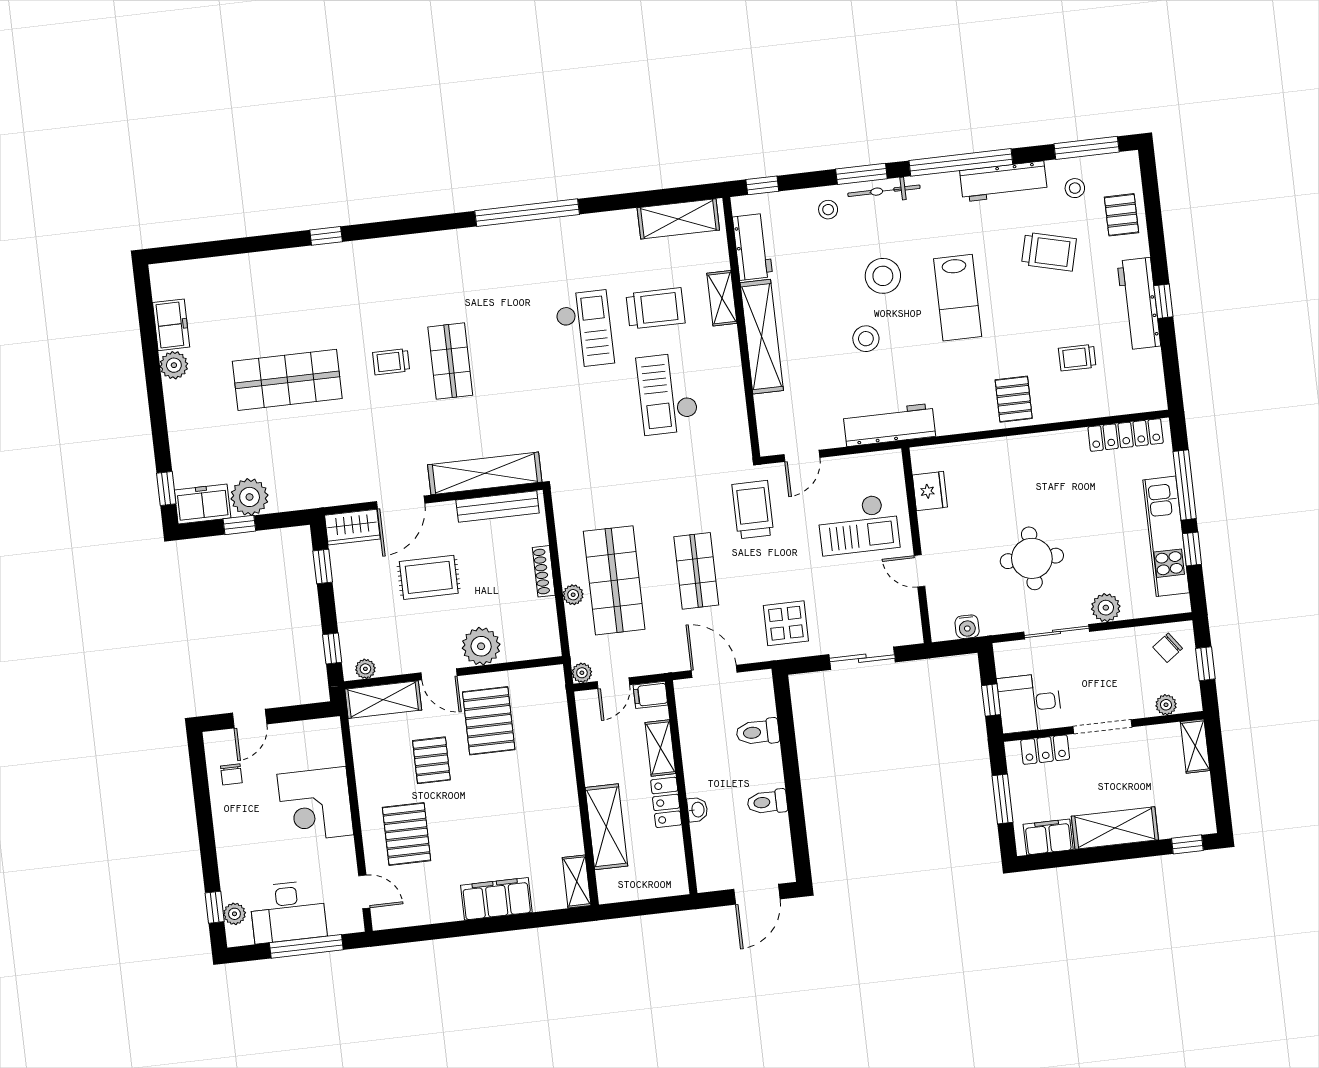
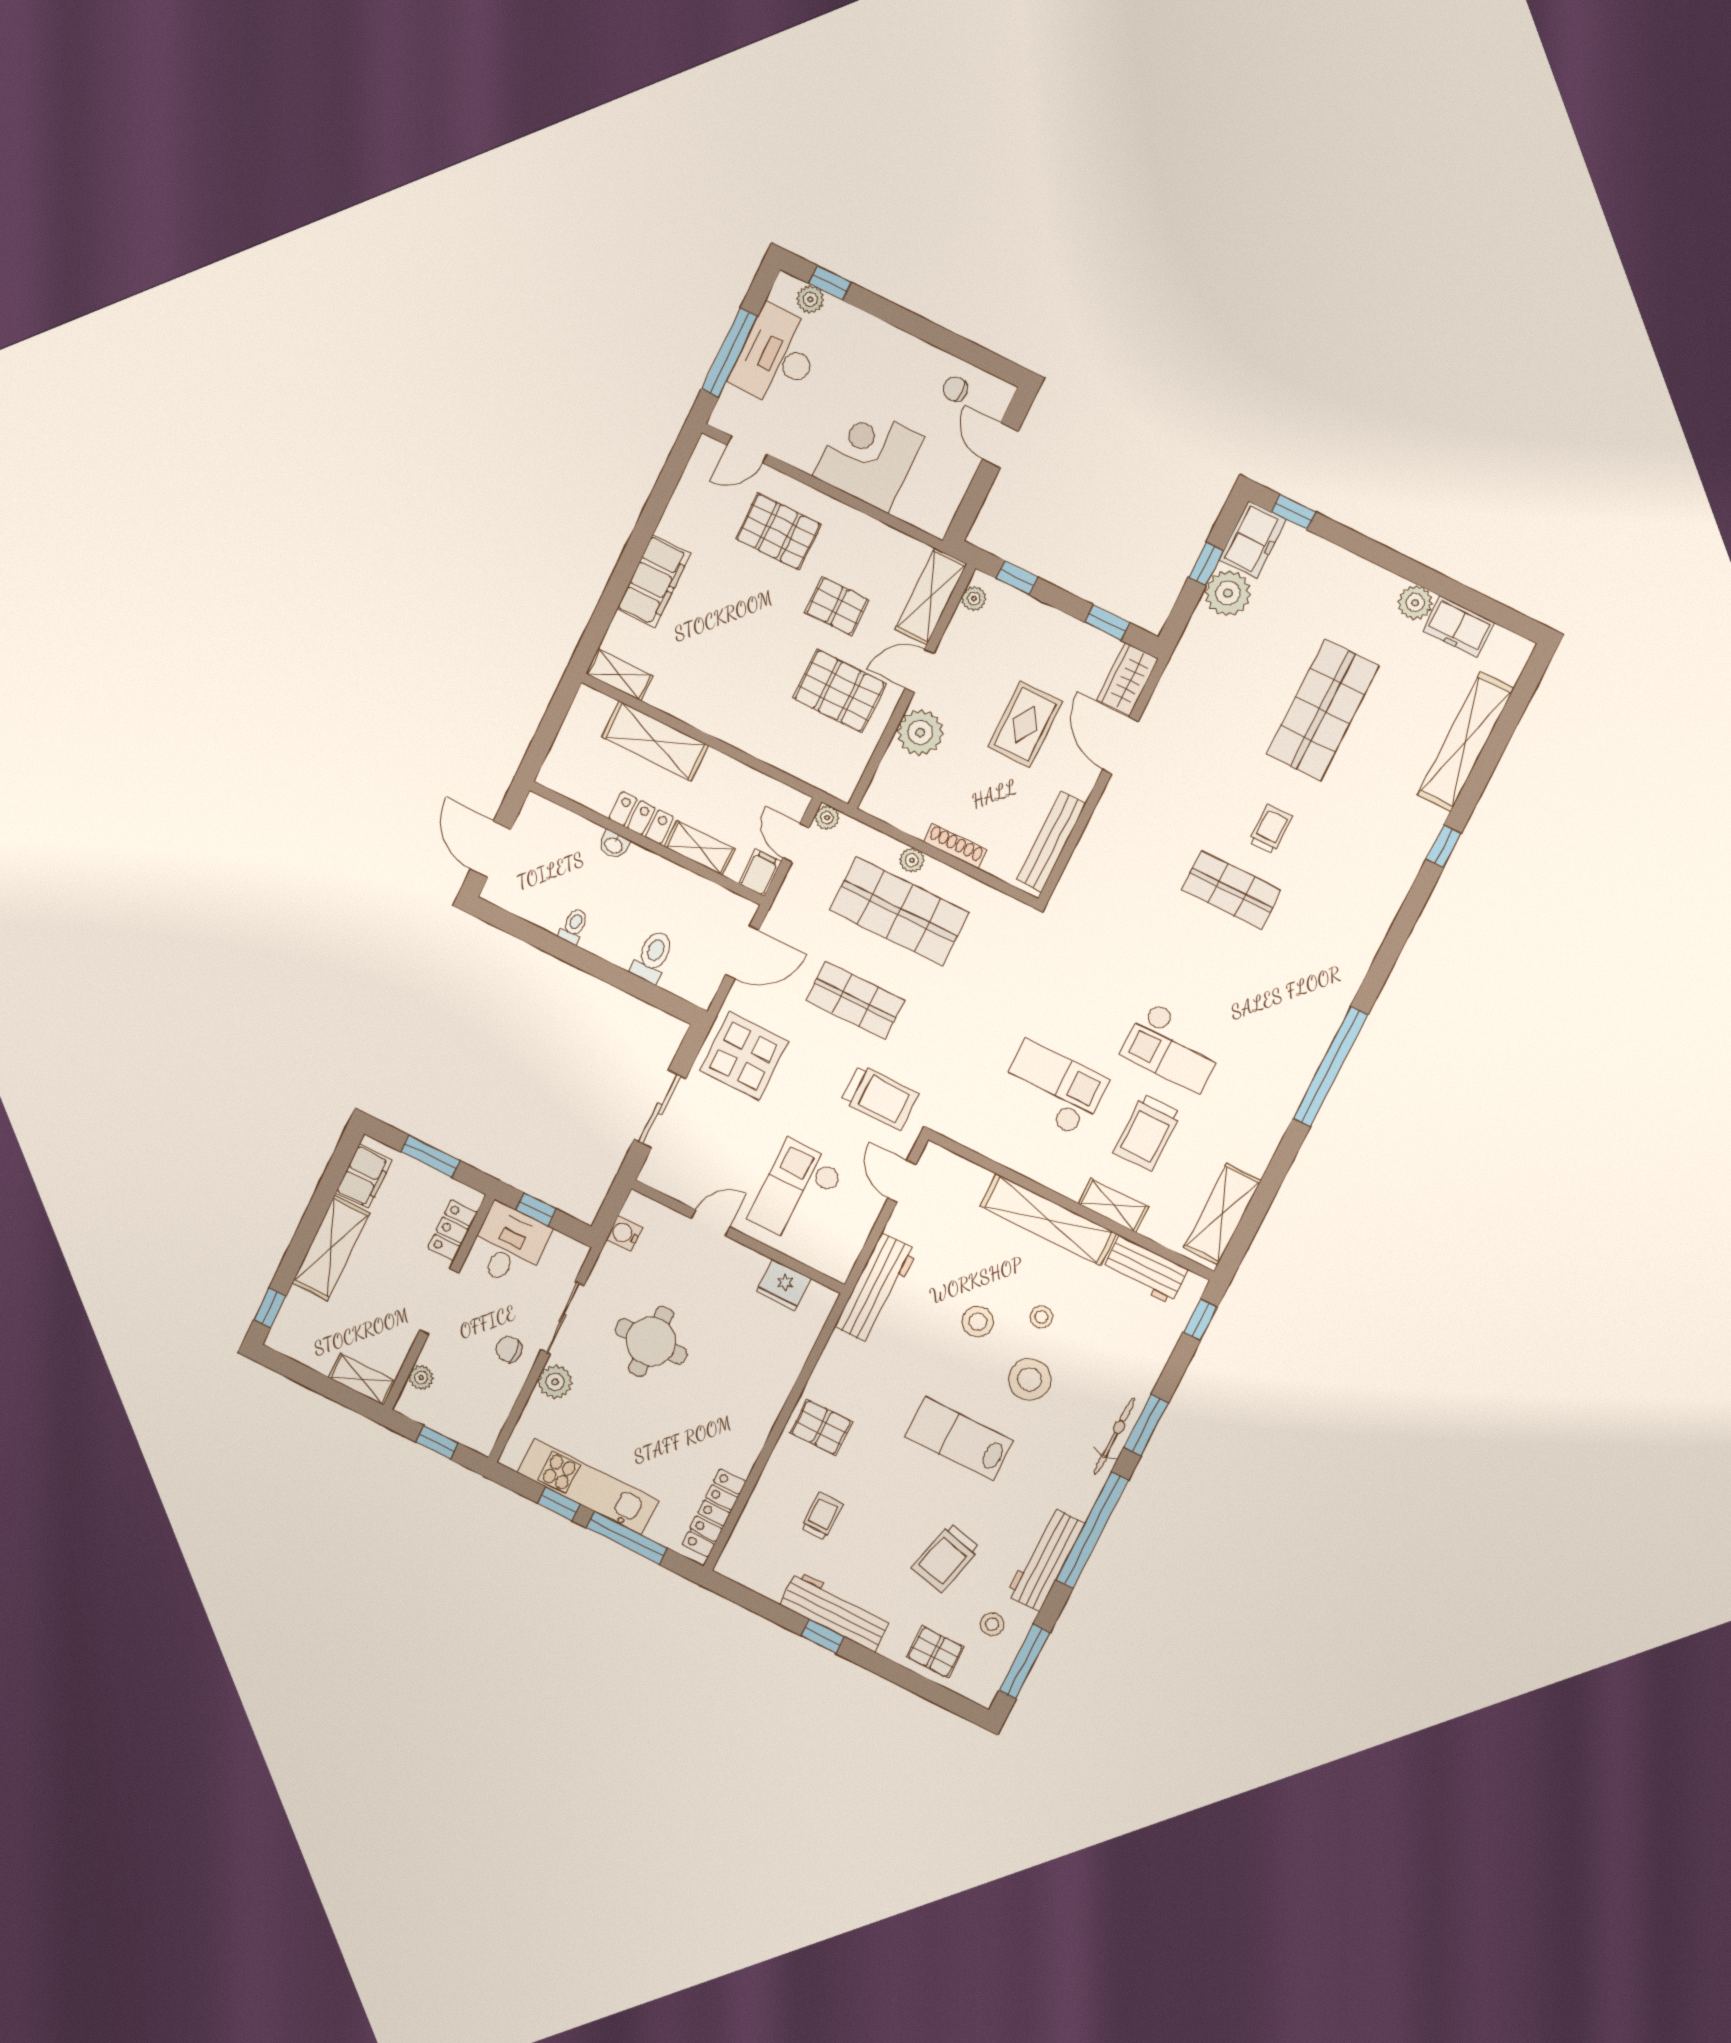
stool: (828, 210) -> (1041, 1317), moved
shelving: (485, 473) -> (1466, 742), moved
display table: (786, 623) -> (744, 1056), width x1.36, depth x1.36
chair: (1168, 648) -> (509, 1349), moved, turned -54
toilet: (767, 802) -> (574, 926), width x0.73, depth x0.72

